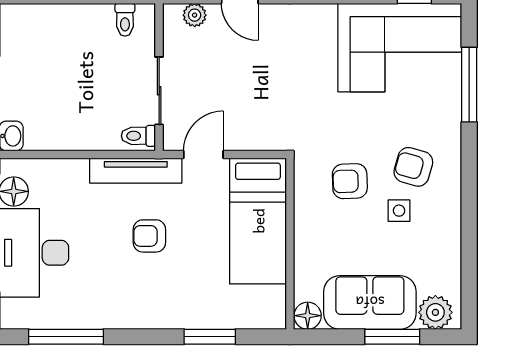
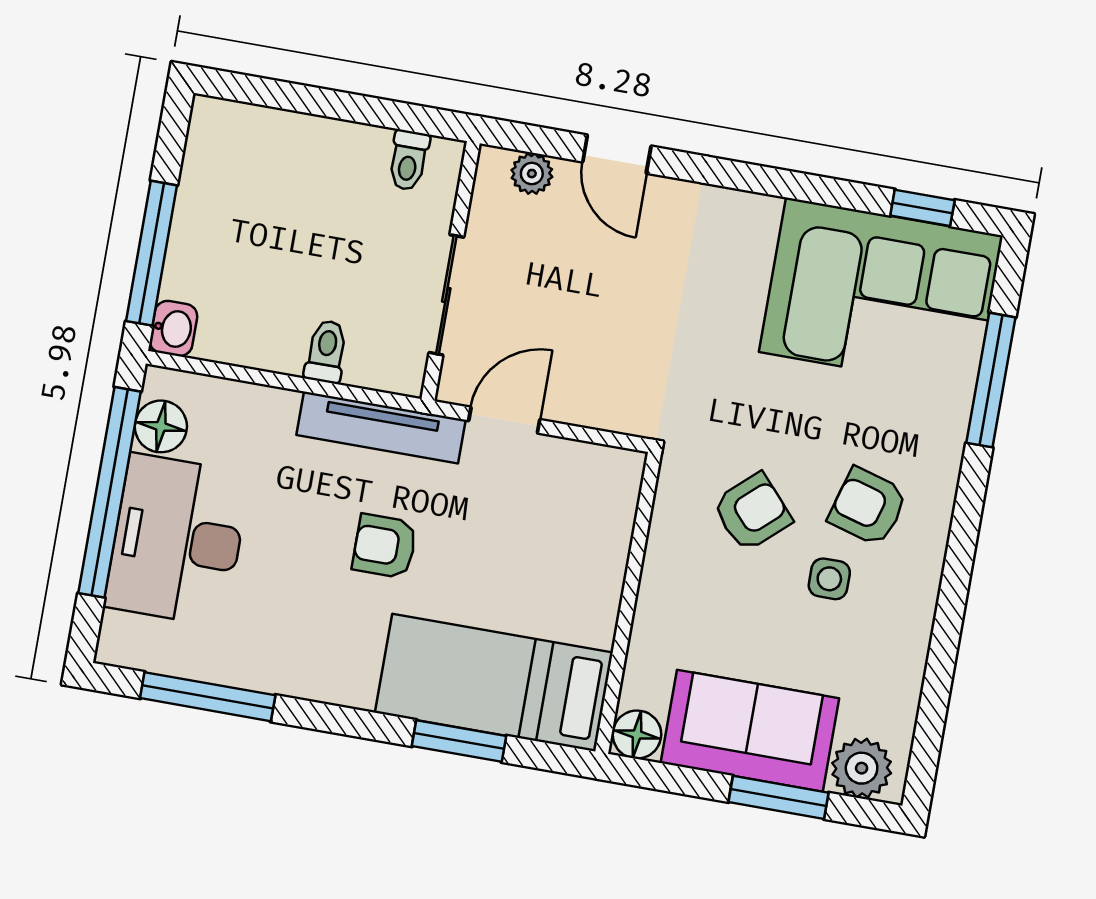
toilet: (138, 136) -> (326, 351), moved, turned 90
armchair: (350, 181) -> (752, 512), turned 140
bed: (258, 221) -> (494, 683), moved, turned 90

